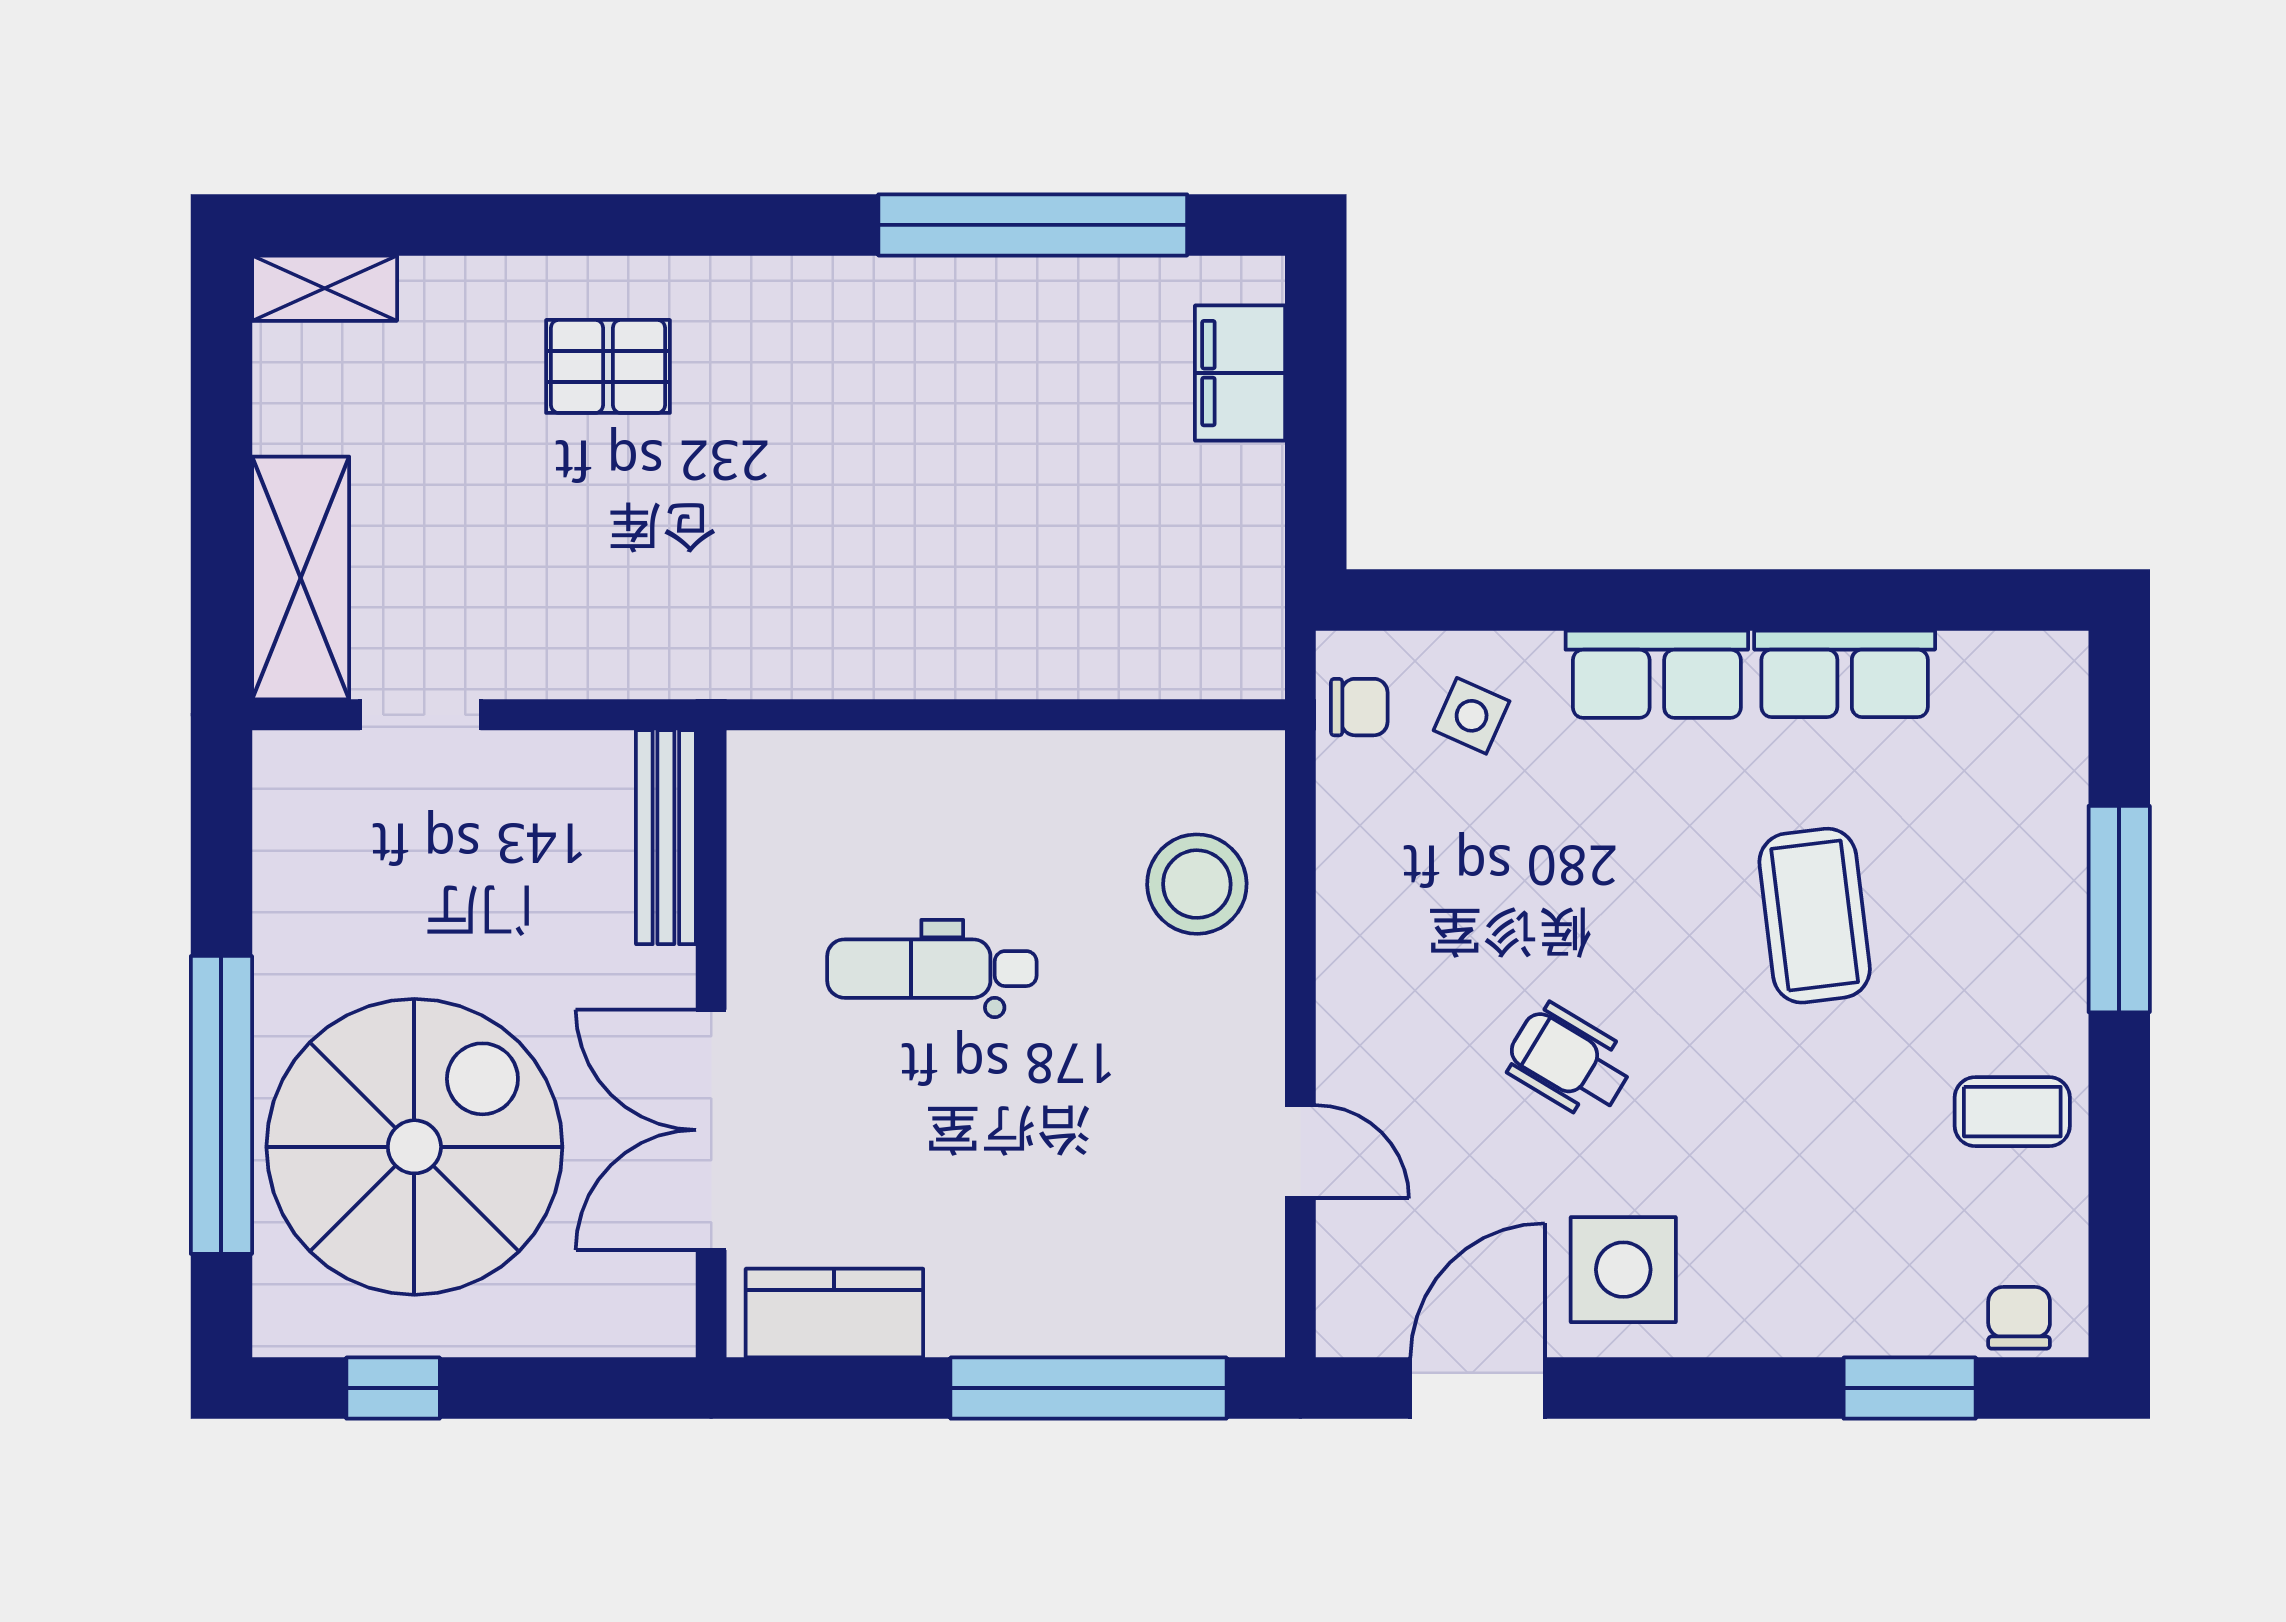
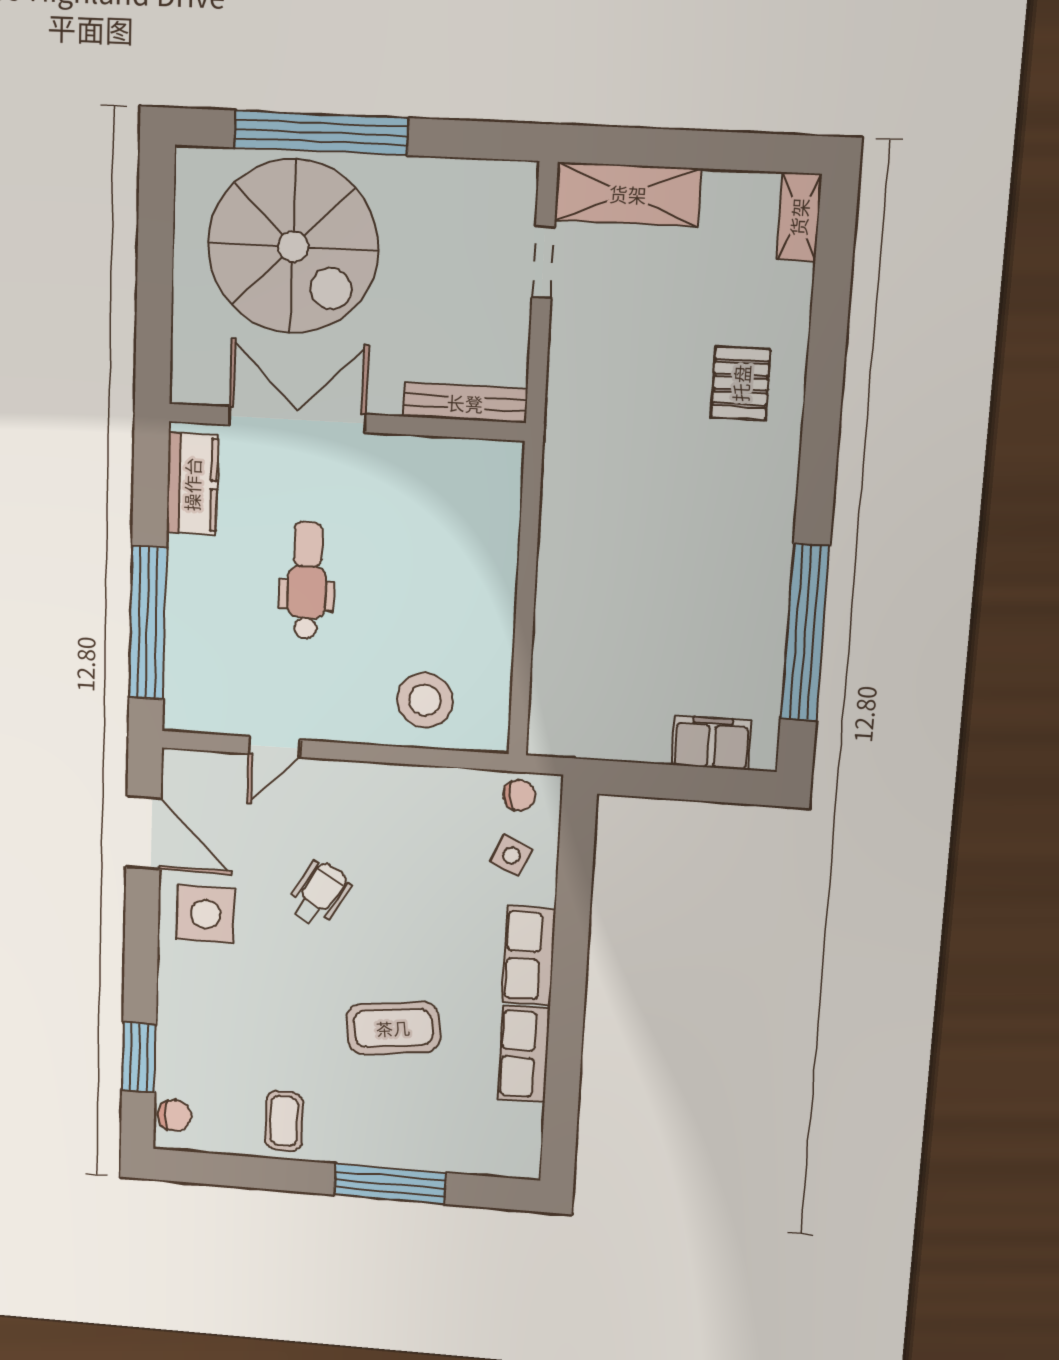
chair: (1359, 707) -> (519, 795), turned -99
dental chair: (932, 969) -> (307, 581), moved
window: (393, 1388) -> (156, 227), removed

